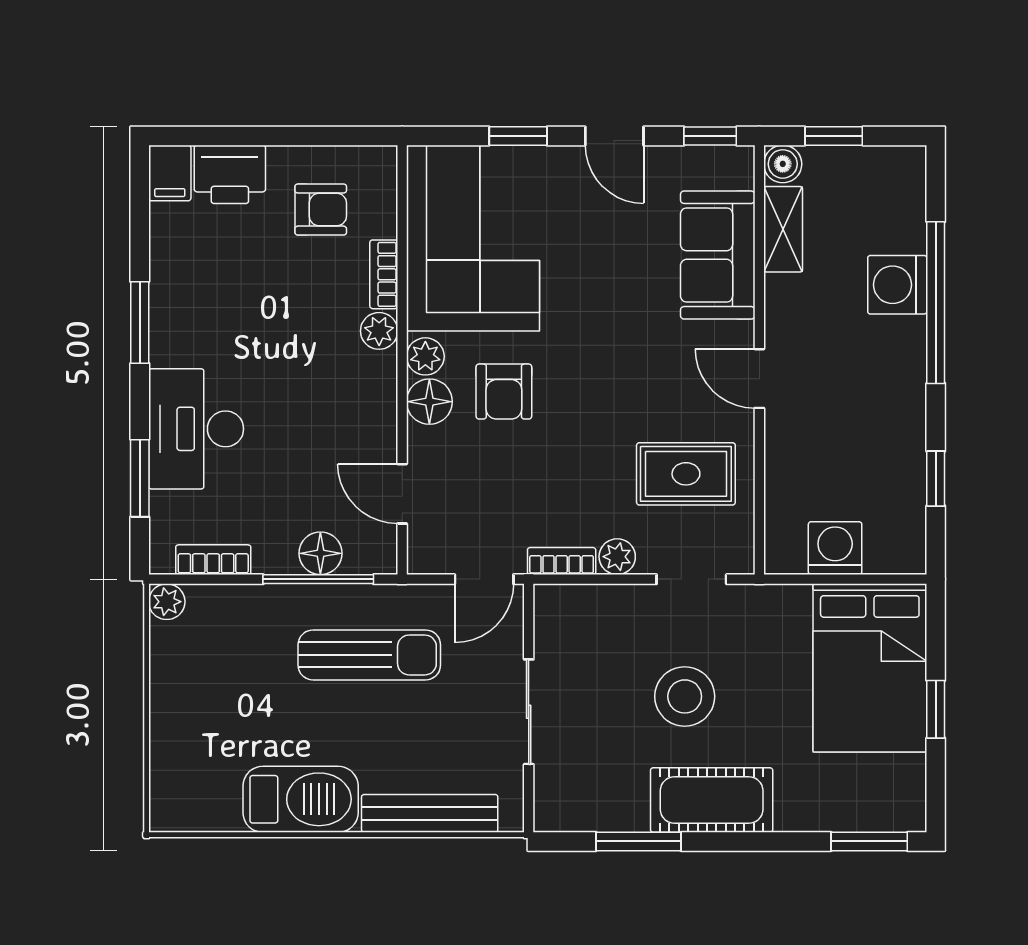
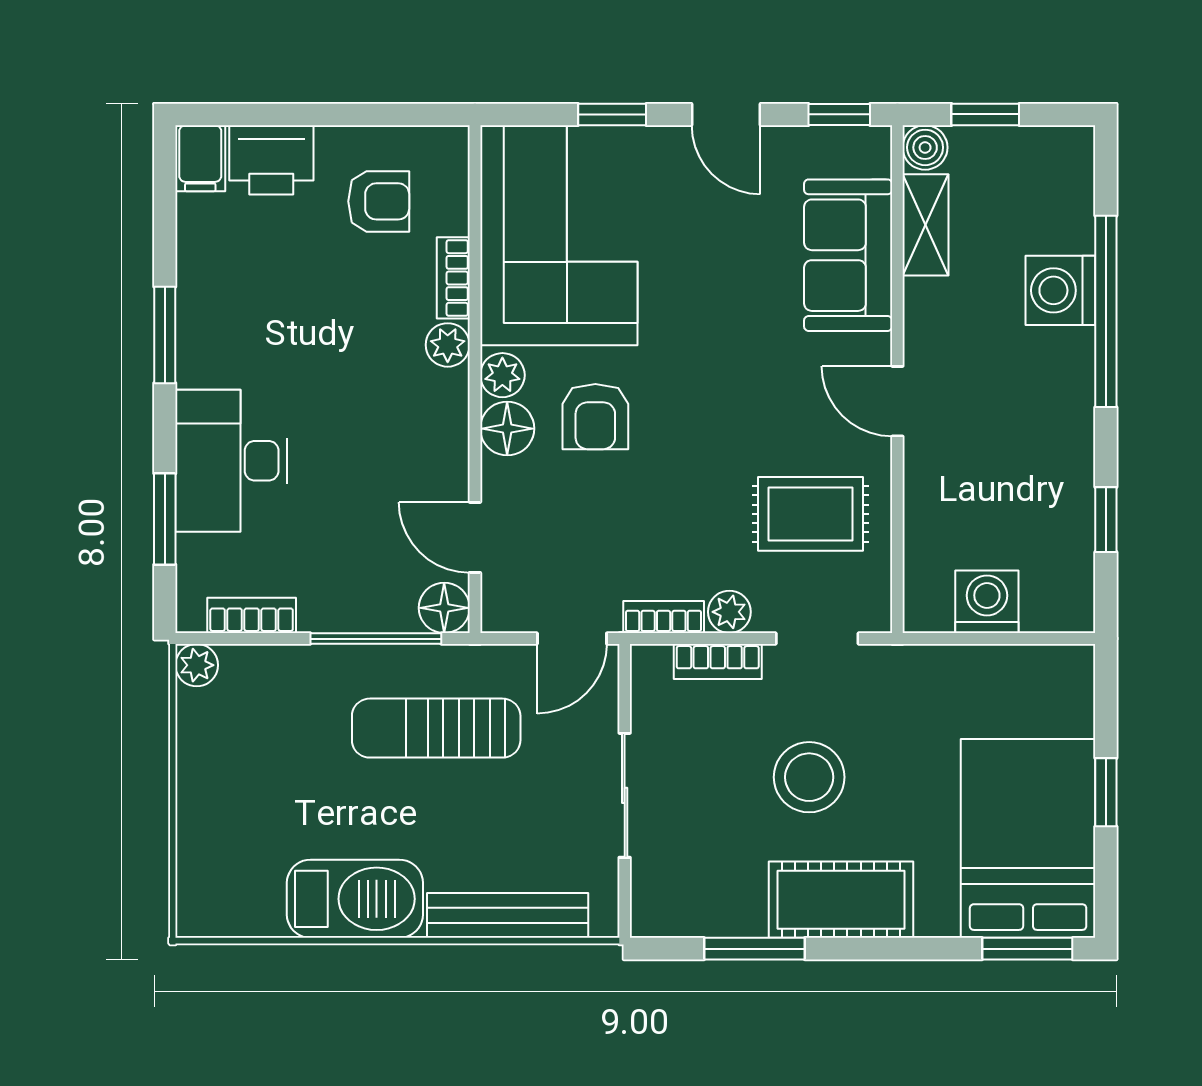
floor lamp: (320, 553) -> (444, 608), moved
bookcase: (607, 599) -> (718, 661), added
sun lounger: (369, 655) -> (436, 728), turned 180
bed: (870, 668) -> (1028, 838), moved, turned 180

